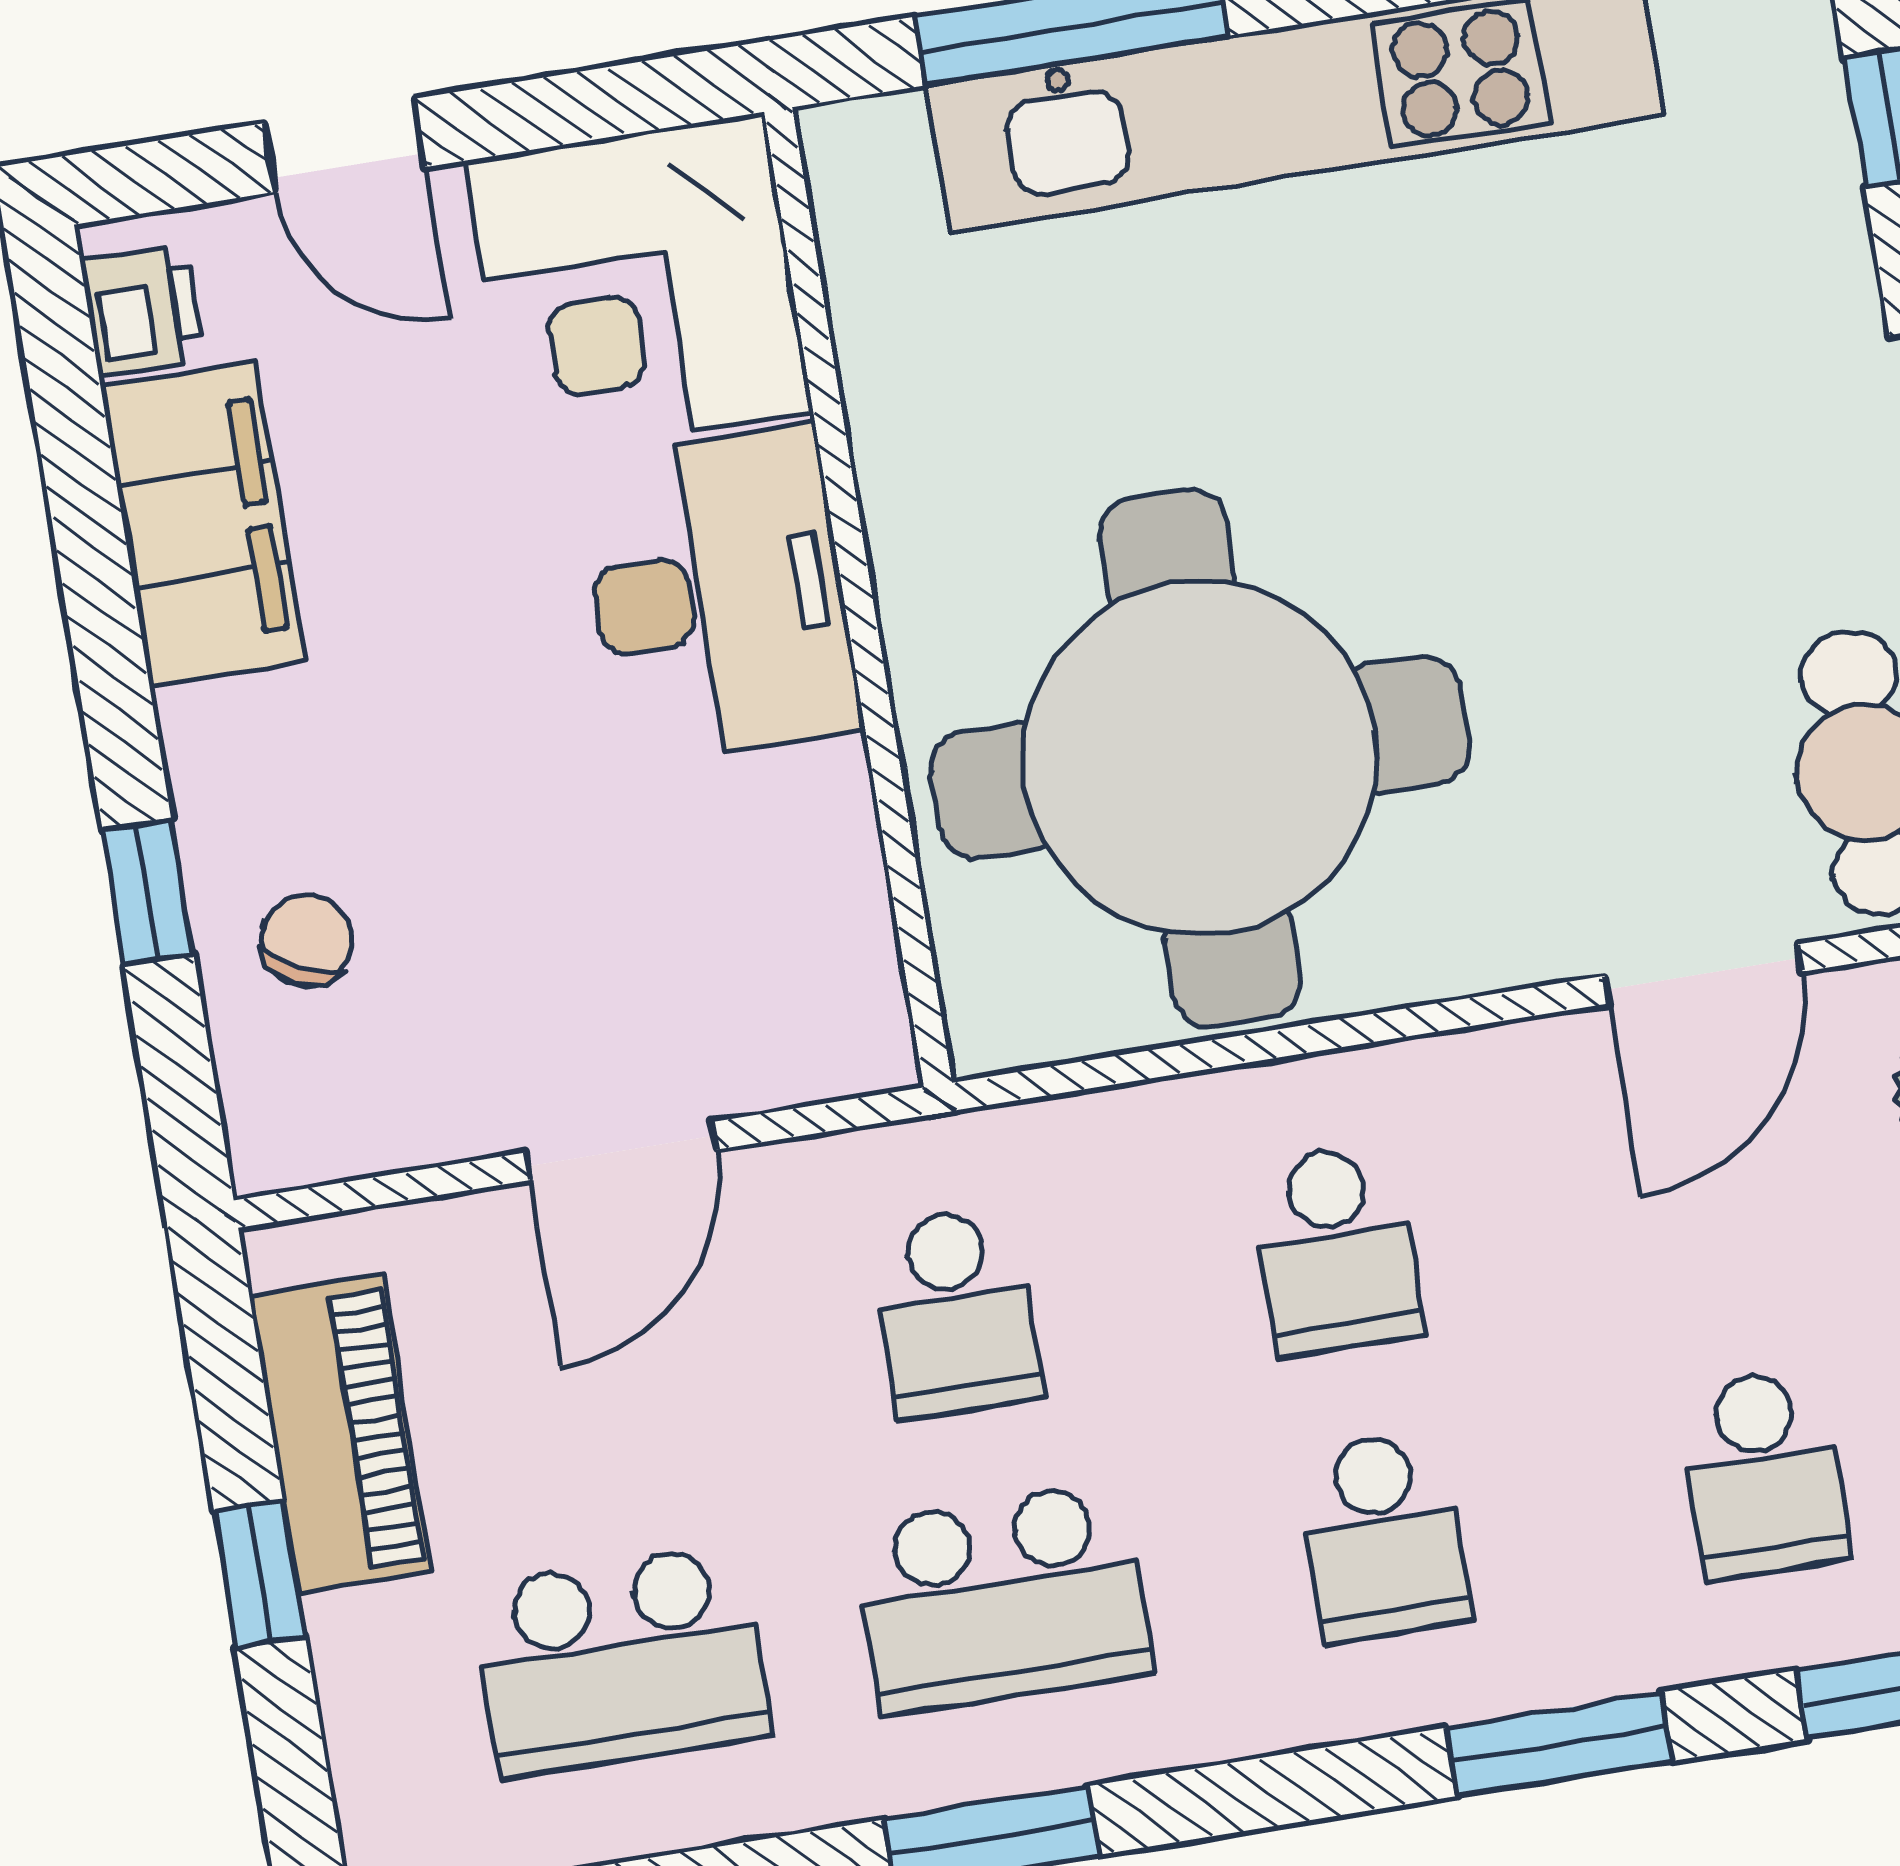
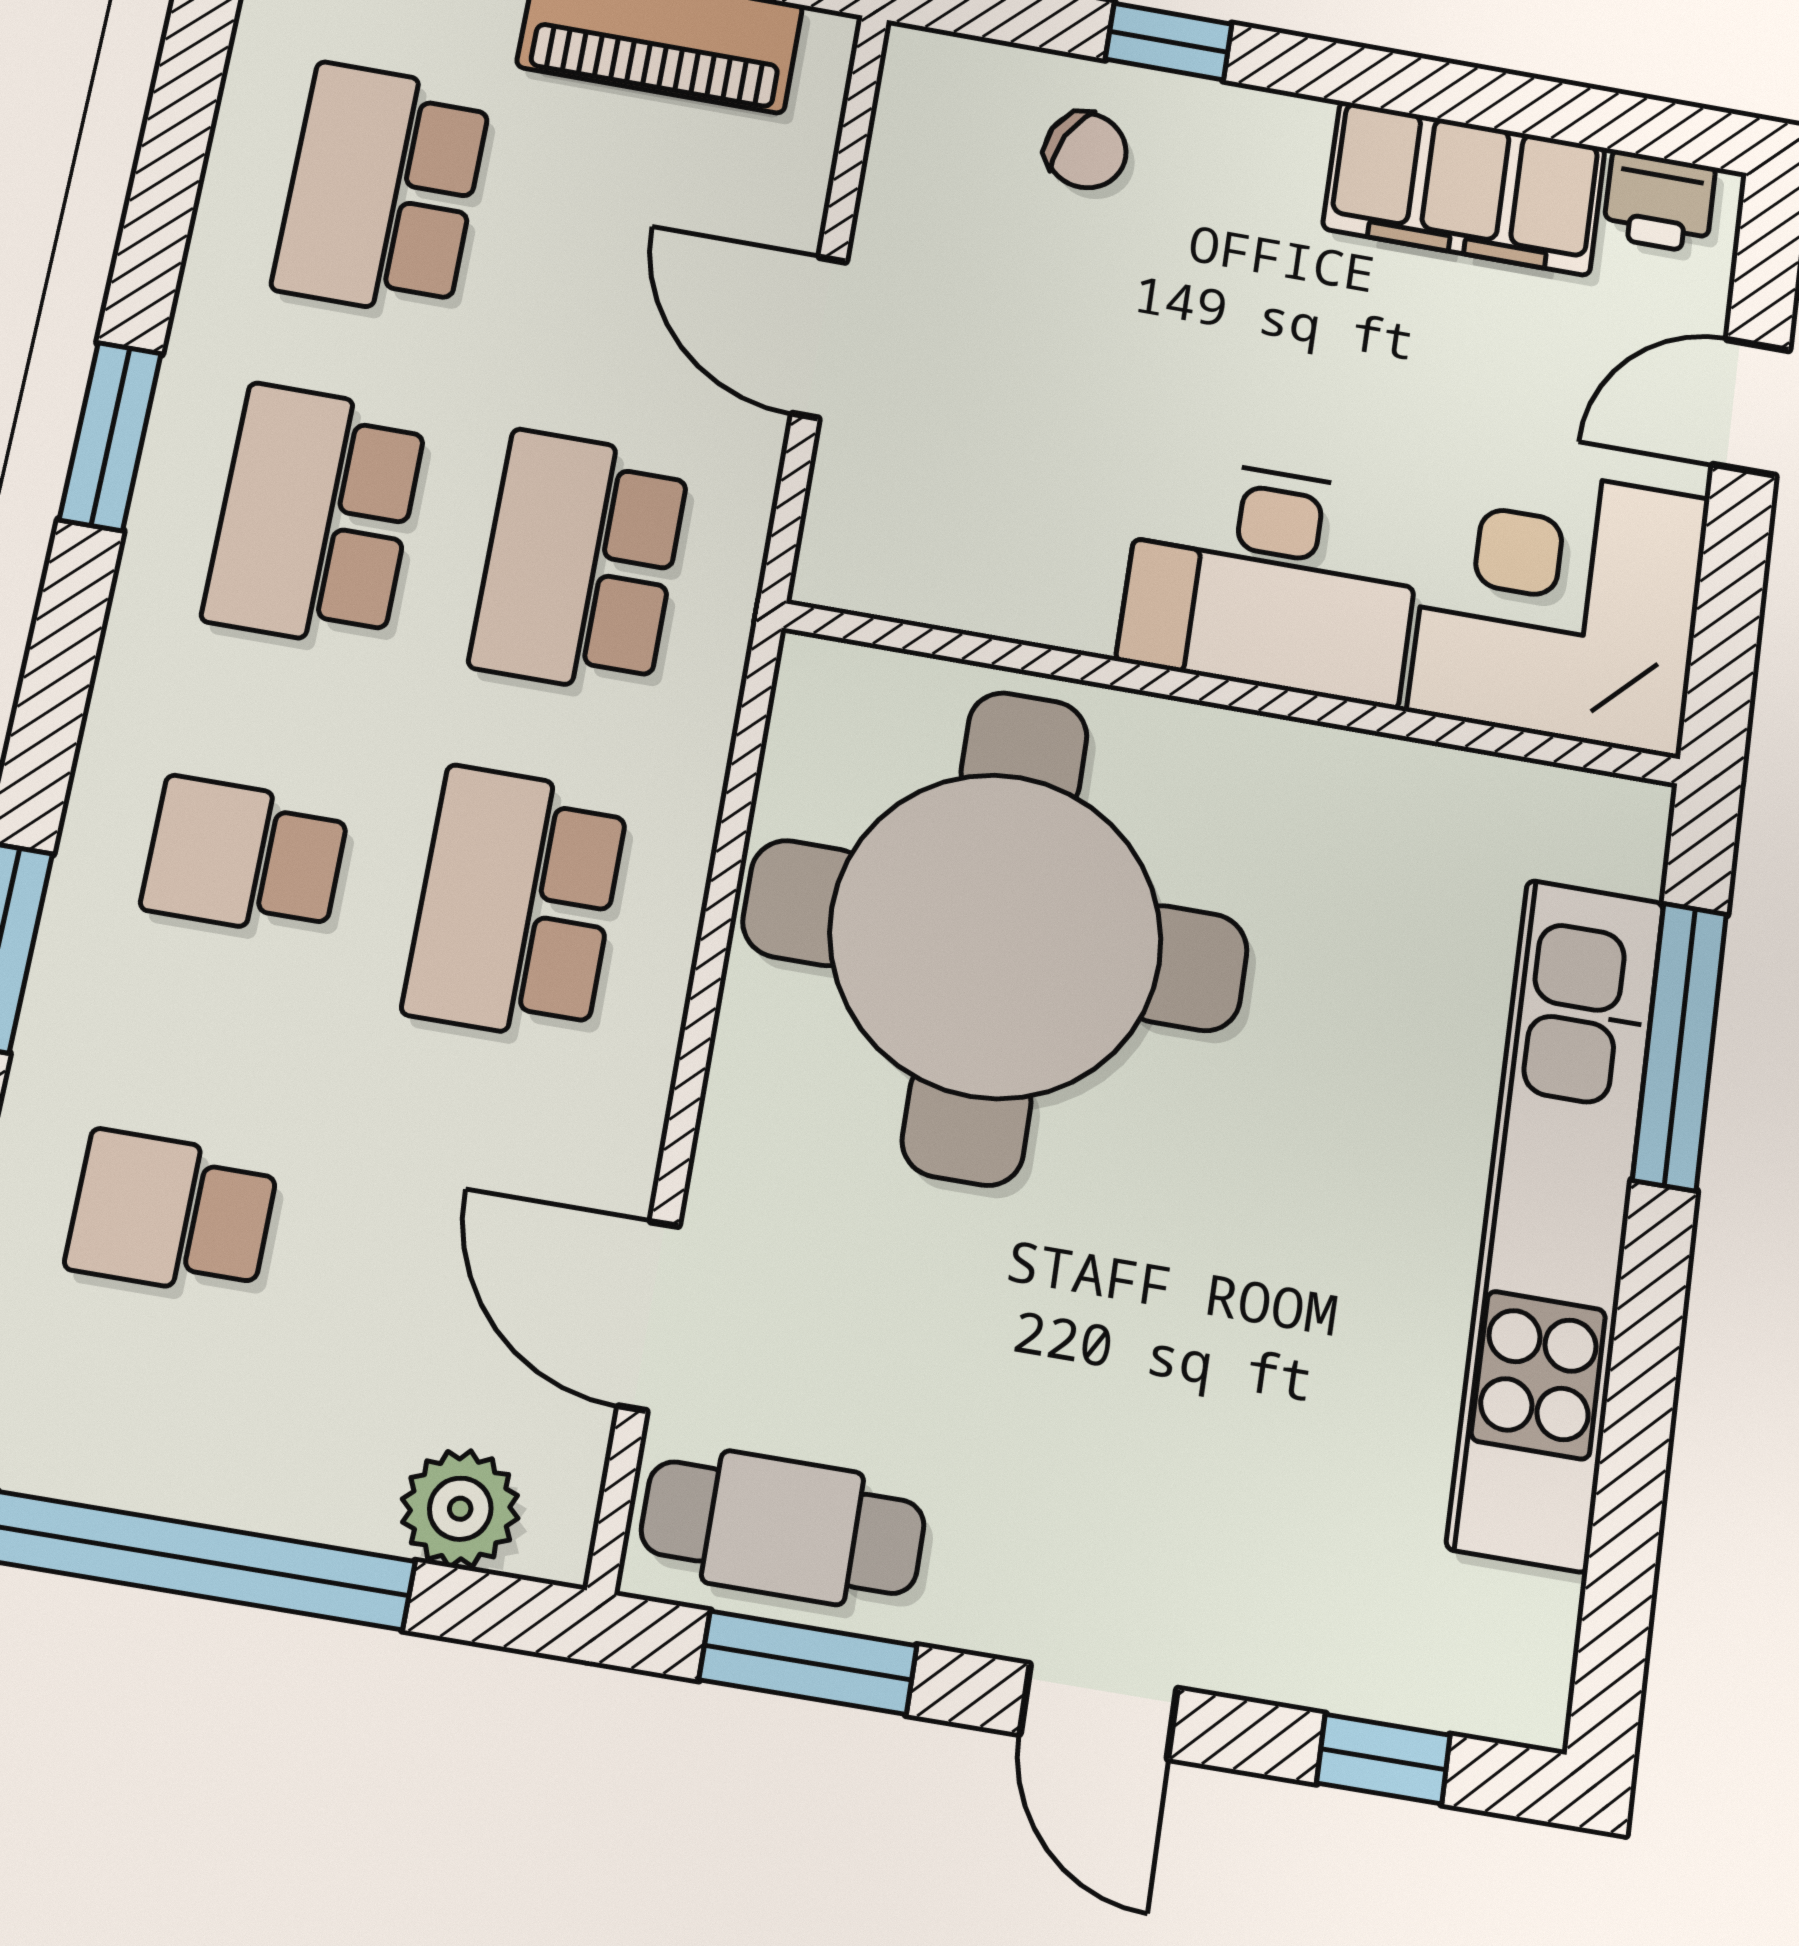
school desk: (1336, 1250) -> (516, 904), width x1.85
school desk: (955, 1312) -> (580, 562), width x1.85

